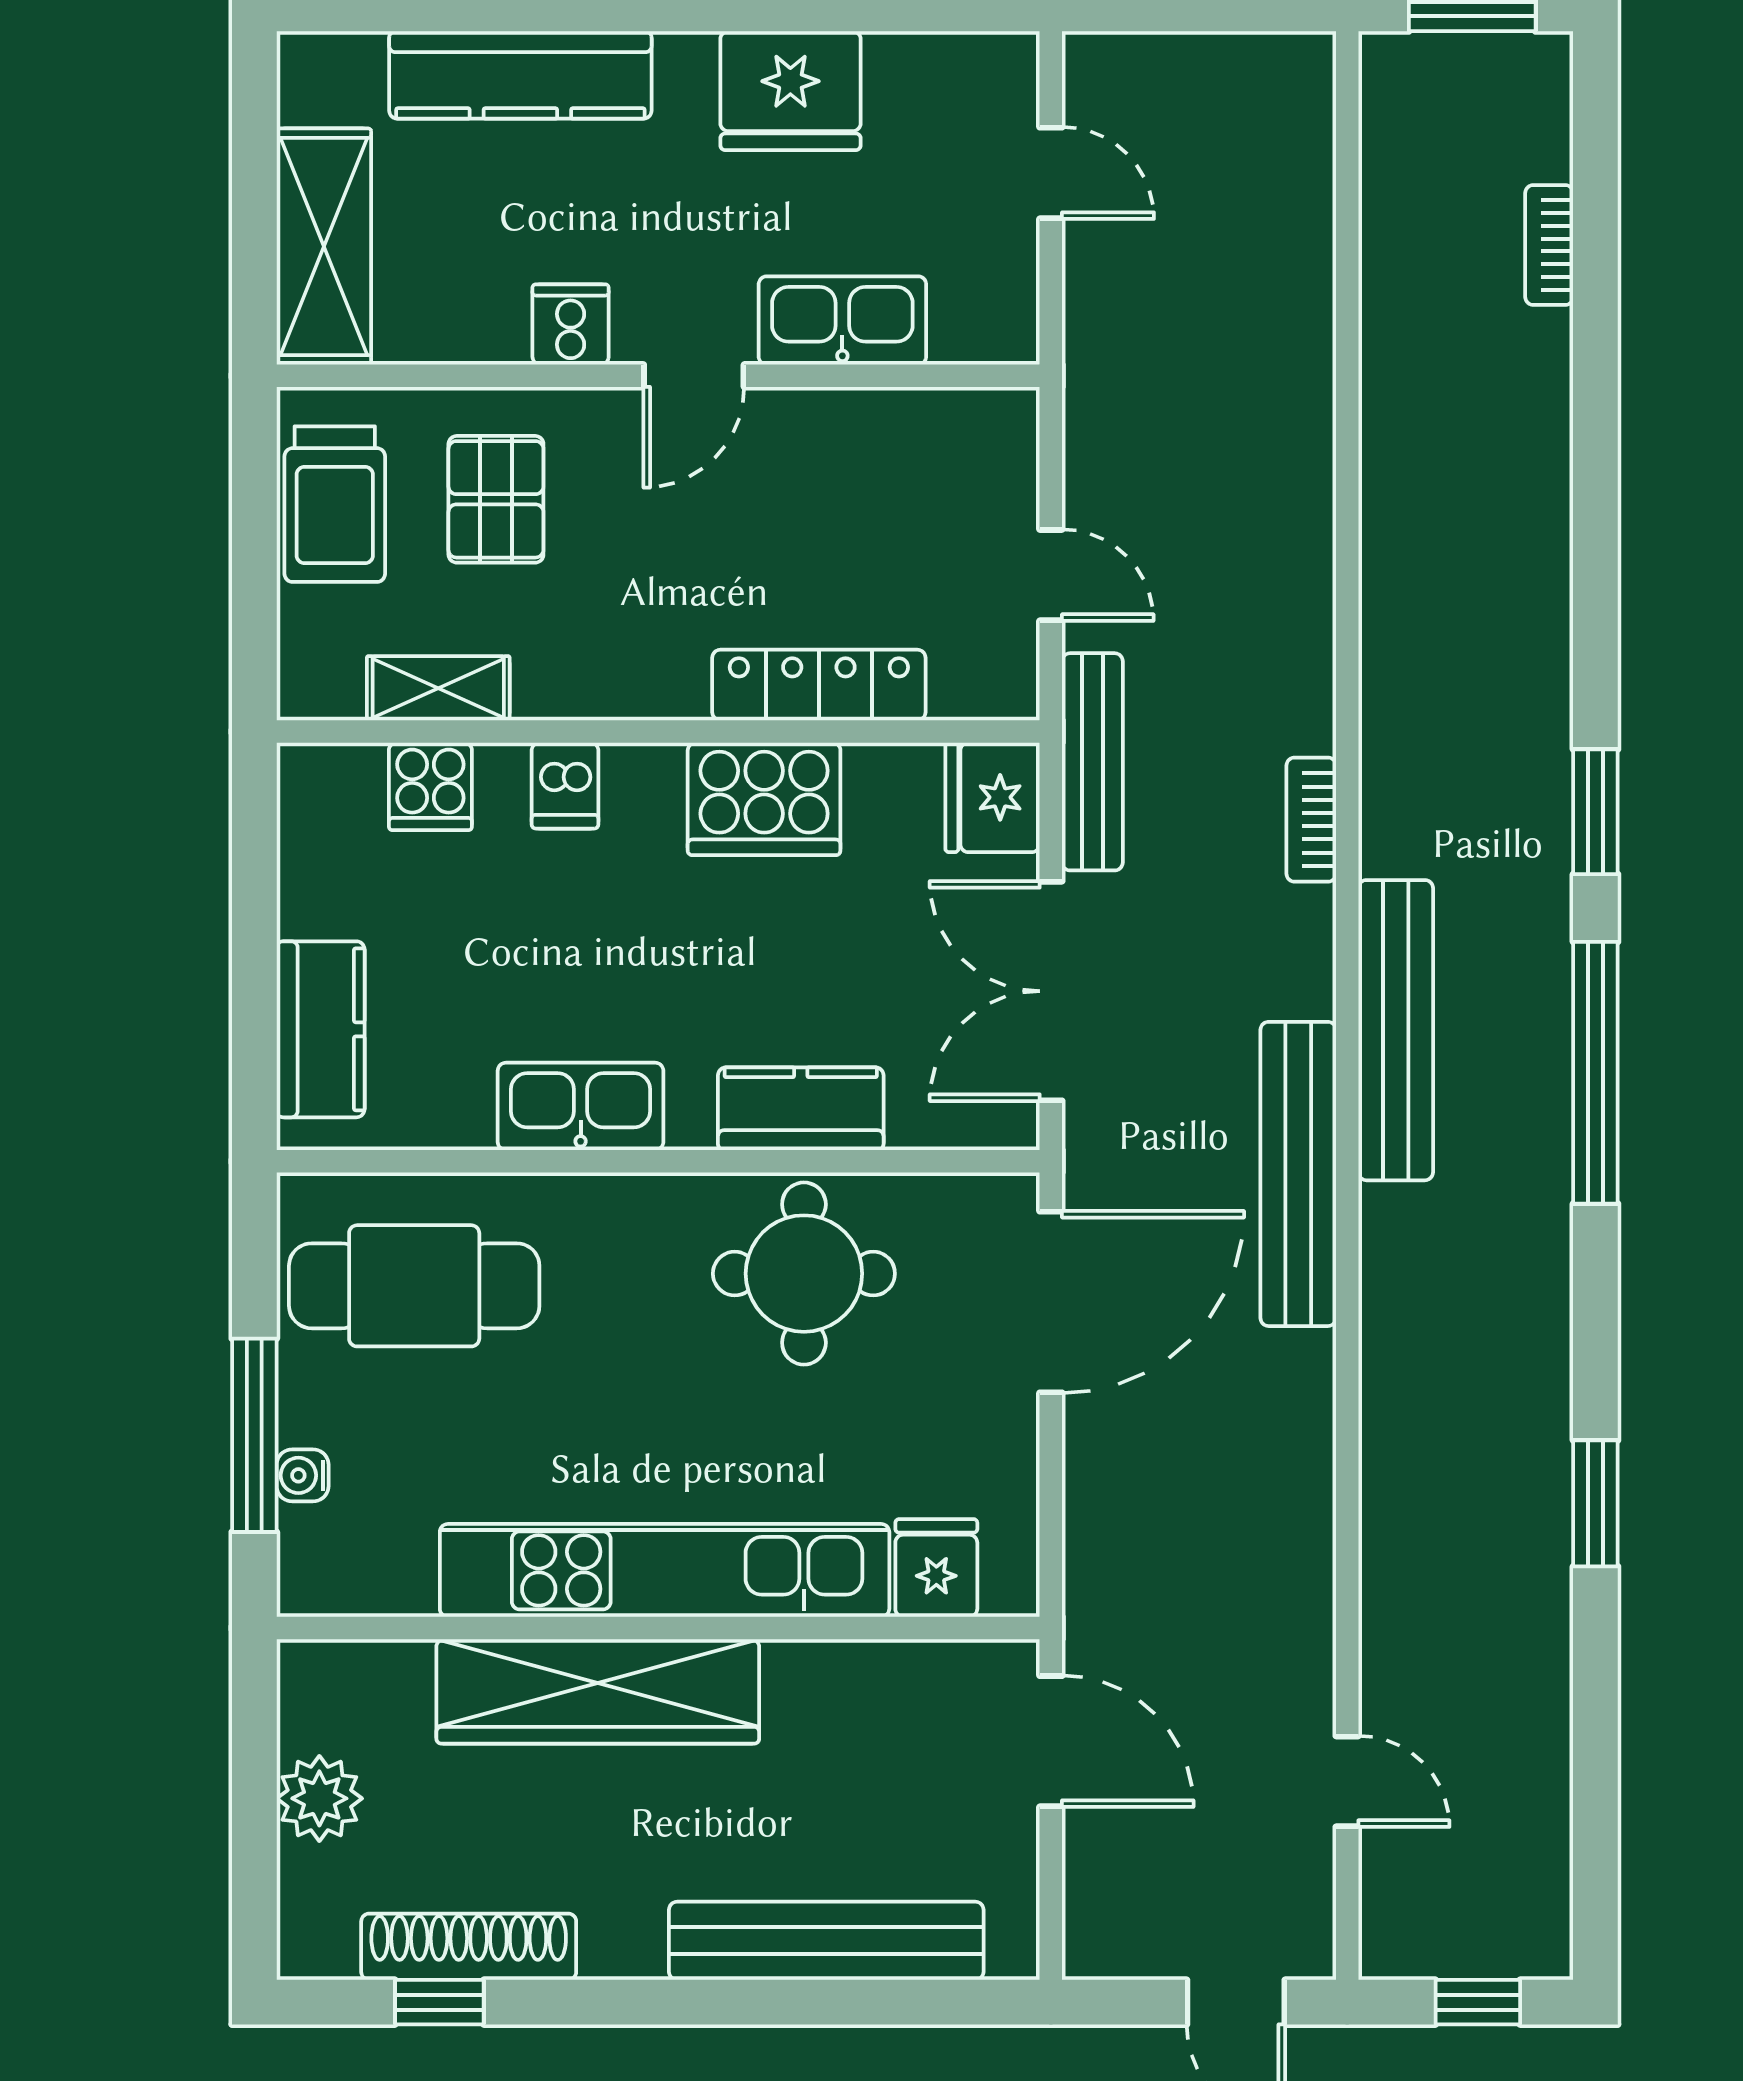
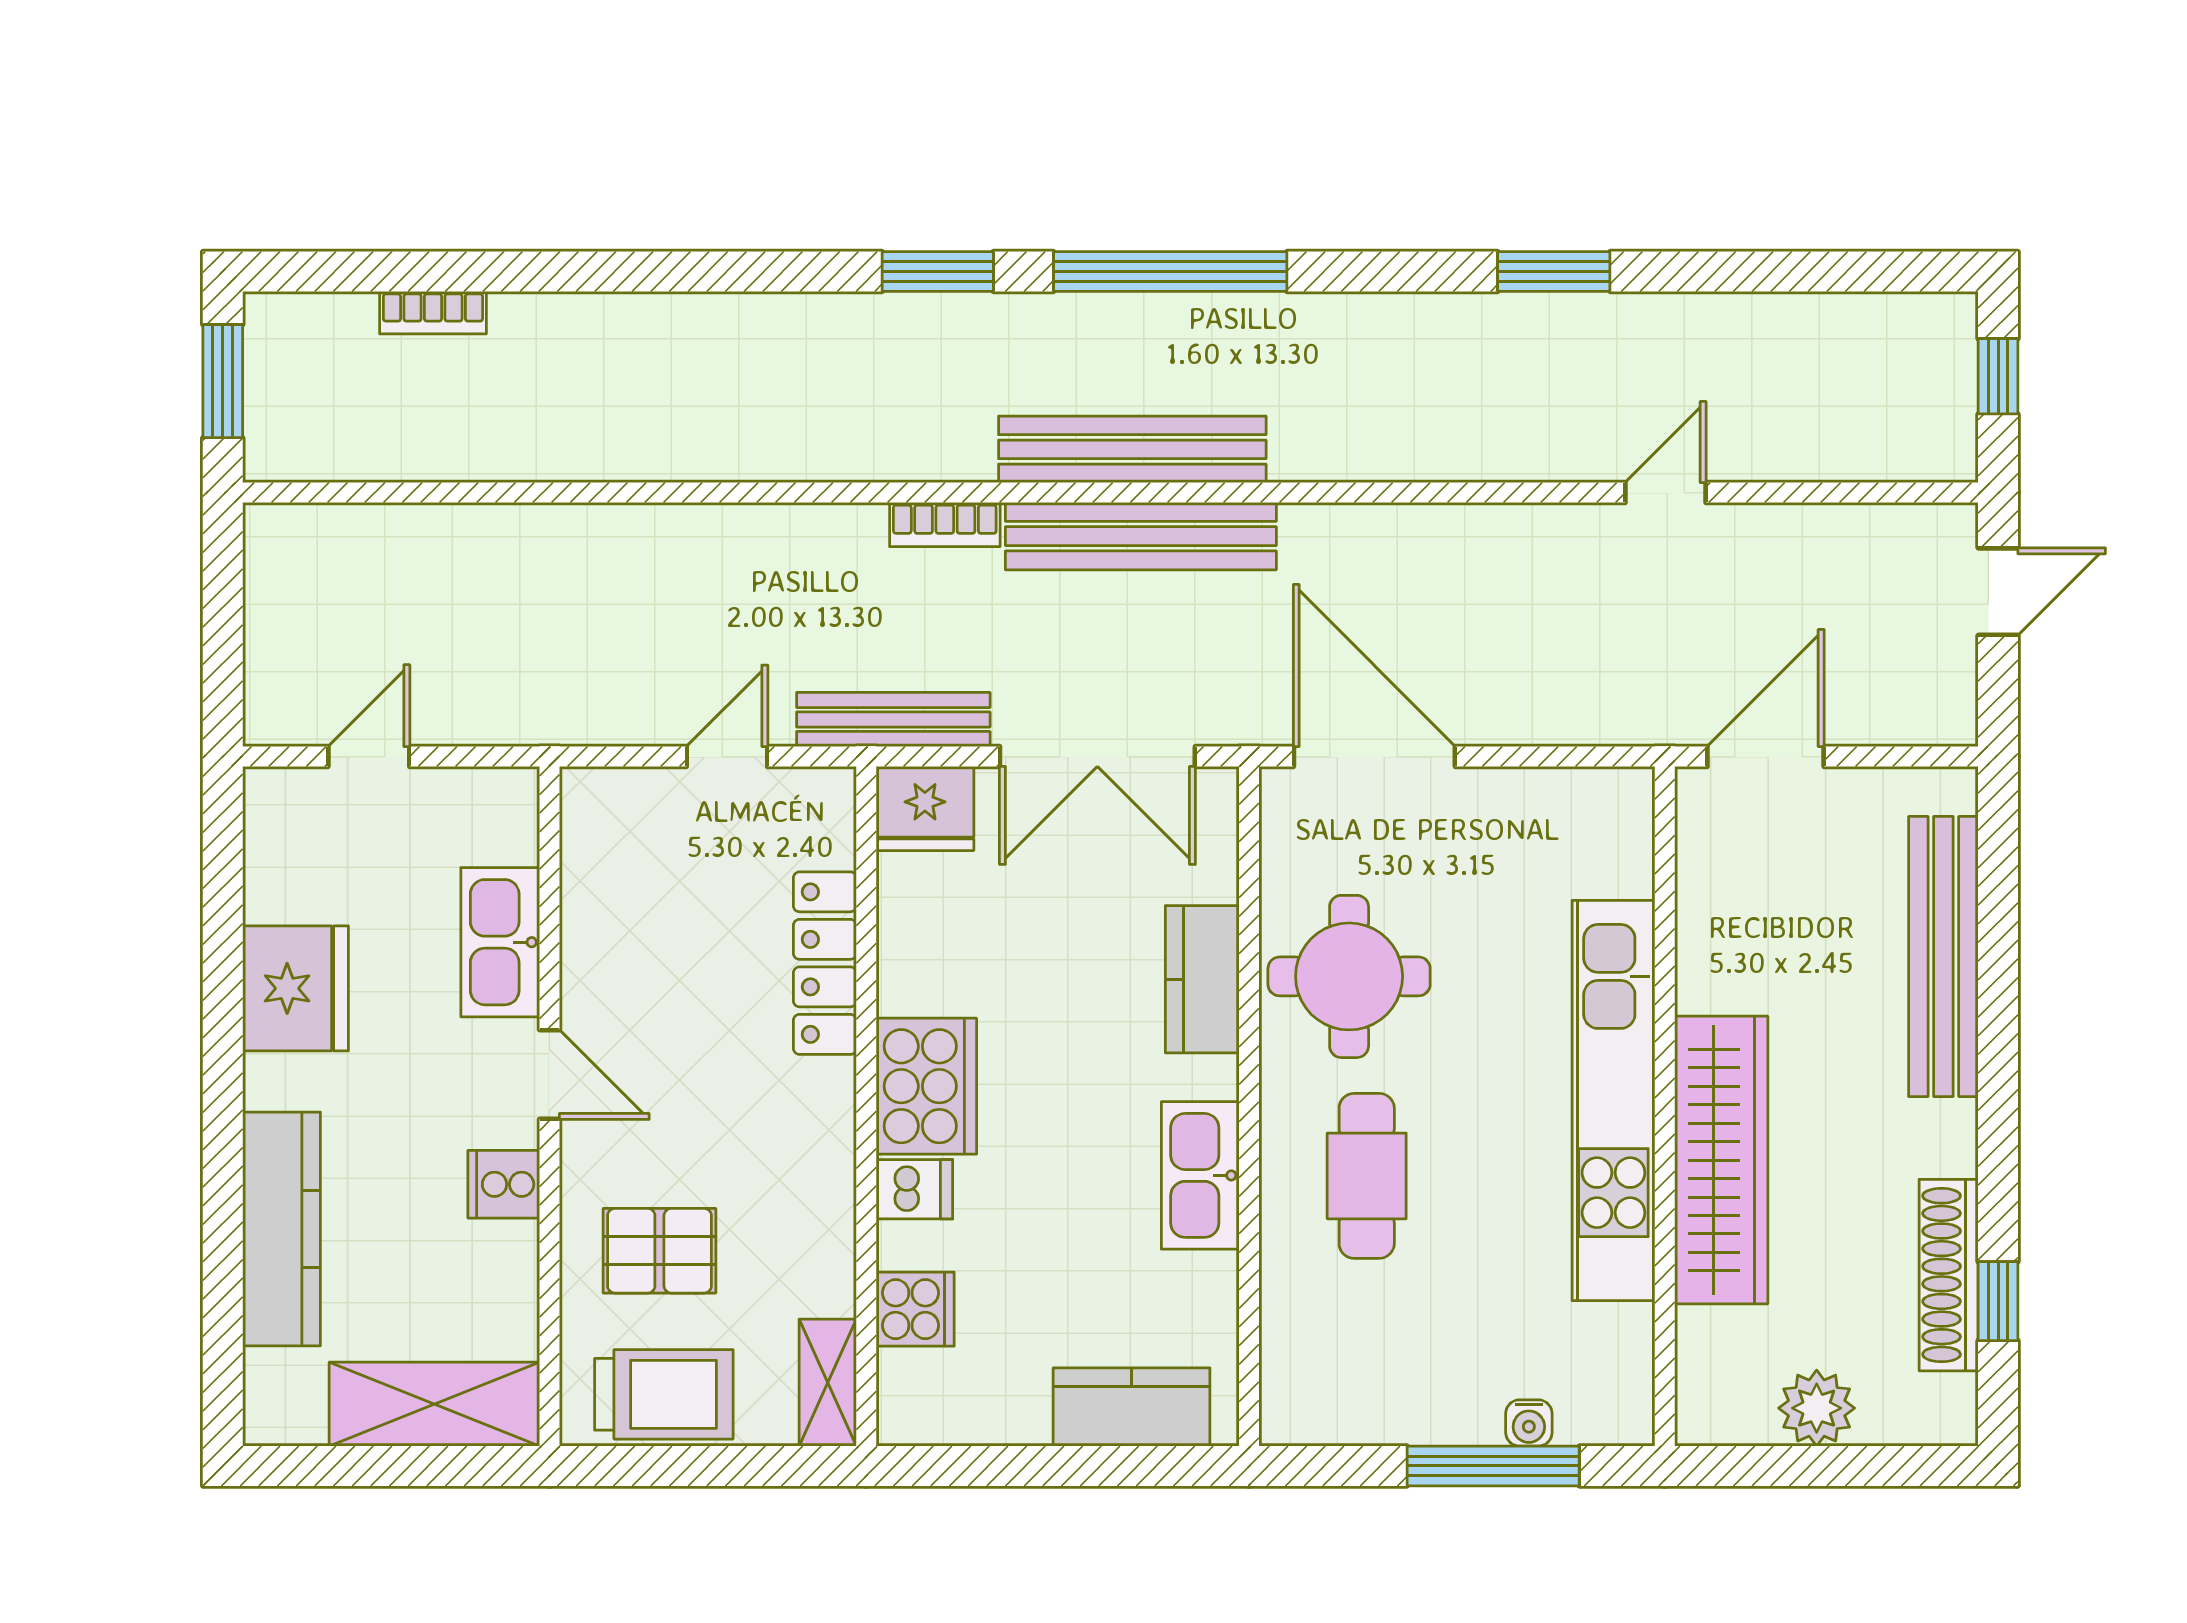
shelving: (438, 688) -> (828, 1383), moved
cooker: (764, 799) -> (926, 1086), moved
bench: (1298, 1174) -> (1141, 536), moved
cafe table: (414, 1286) -> (1367, 1176), moved, width x0.73, depth x0.74
fridge: (936, 1568) -> (1611, 859), removed
door: (1347, 1781) -> (1666, 493), moved

